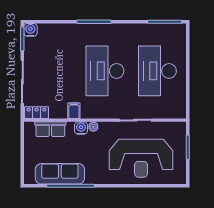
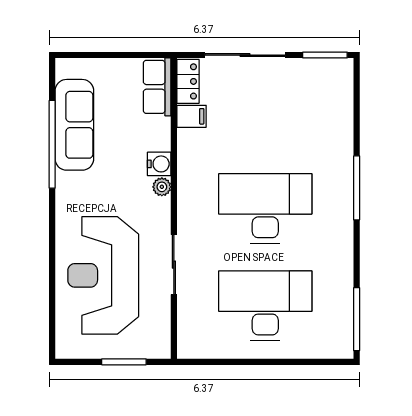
water cooler: (30, 30) -> (341, 70), removed
filing cabinet: (74, 111) -> (192, 116), moved
row of seats: (50, 129) -> (157, 87), moved

